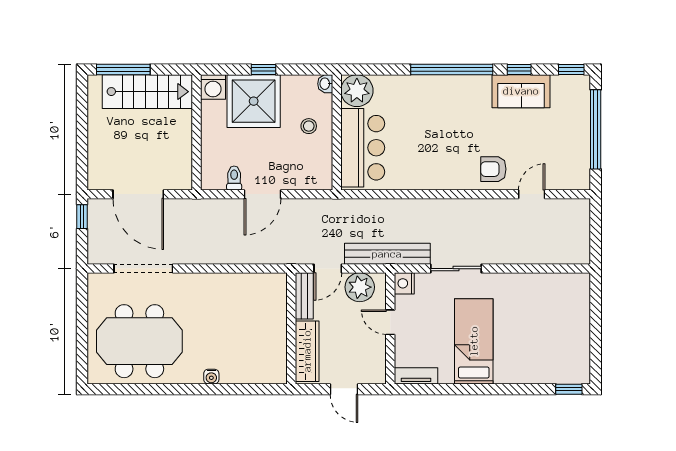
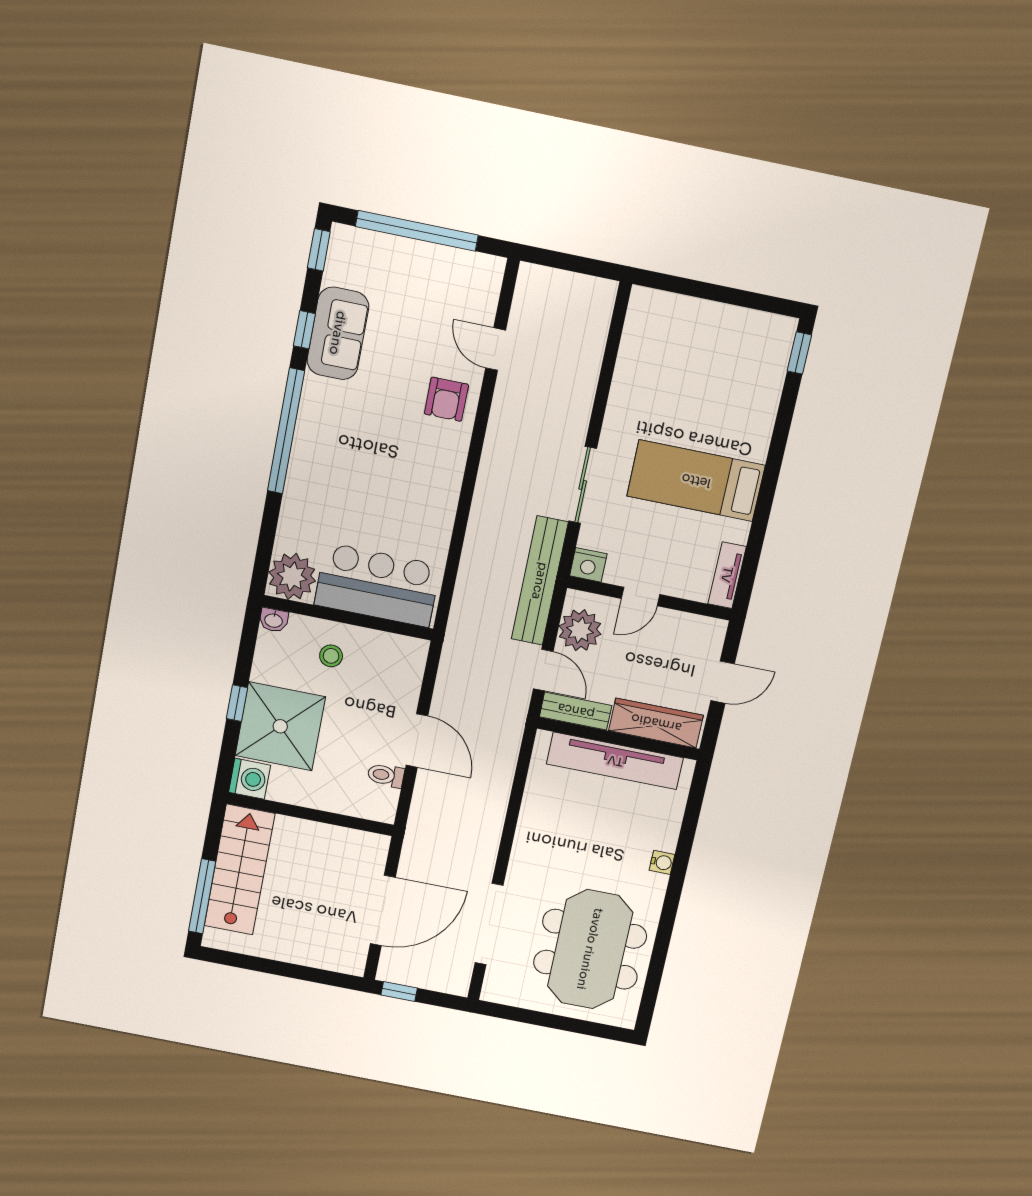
tv unit: (276, 329) -> (615, 761), added

